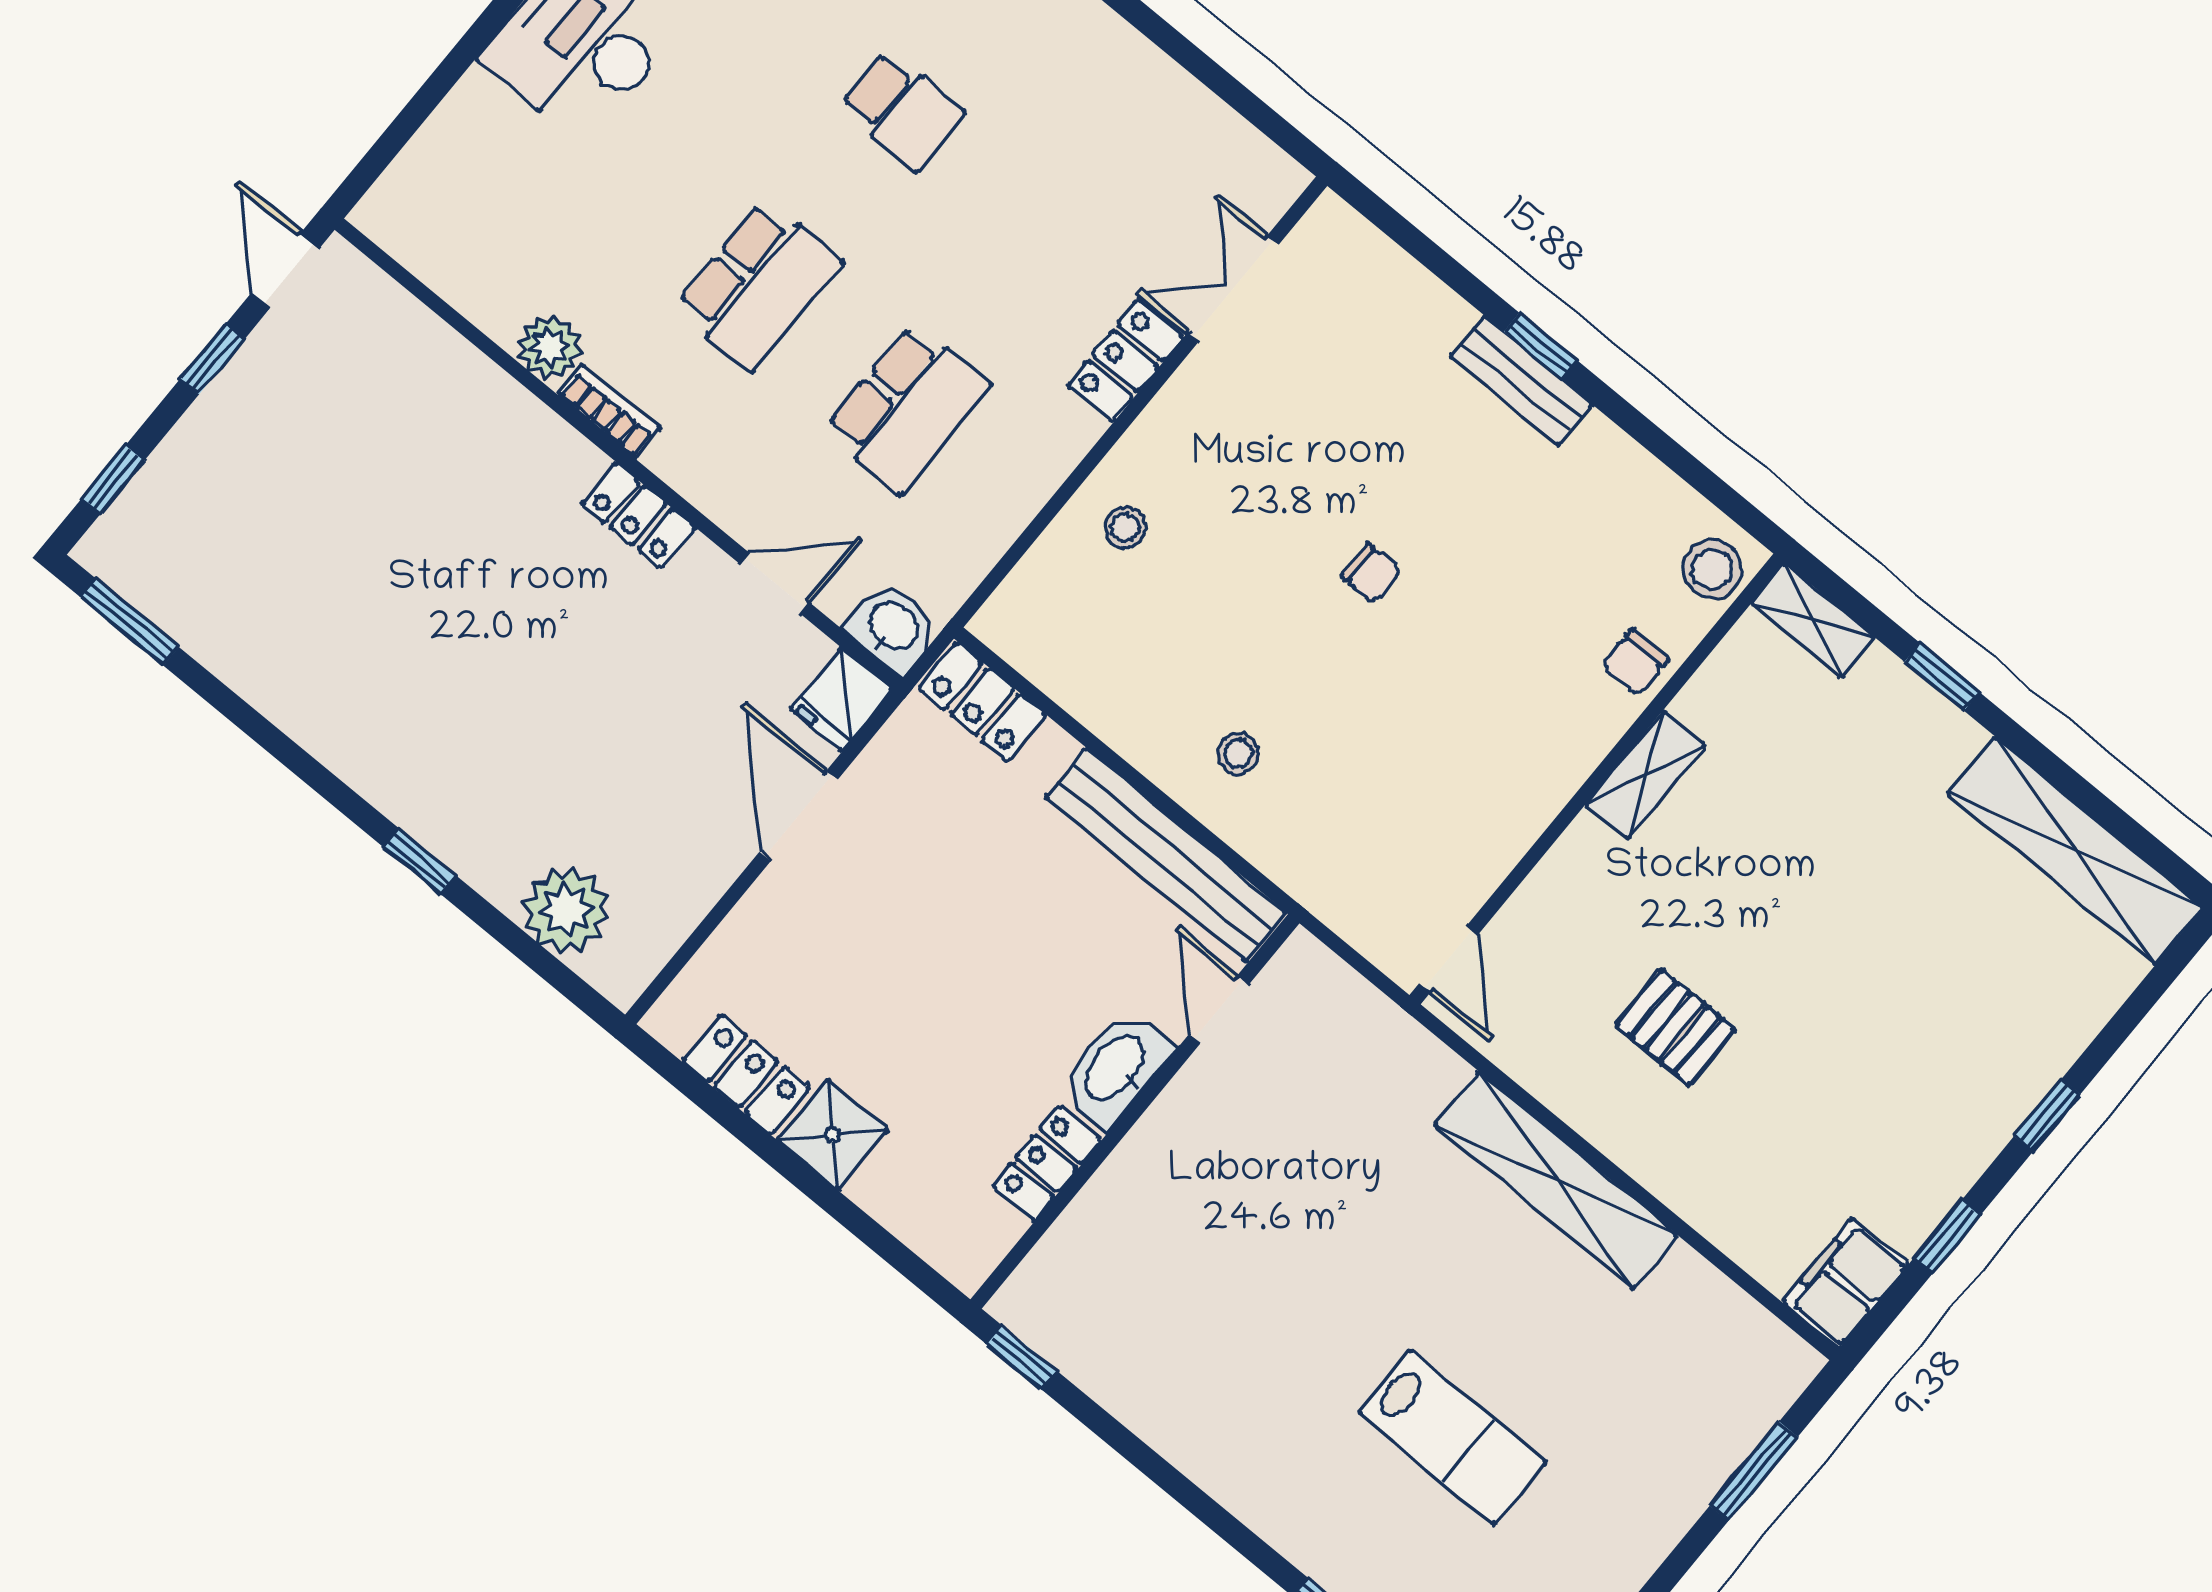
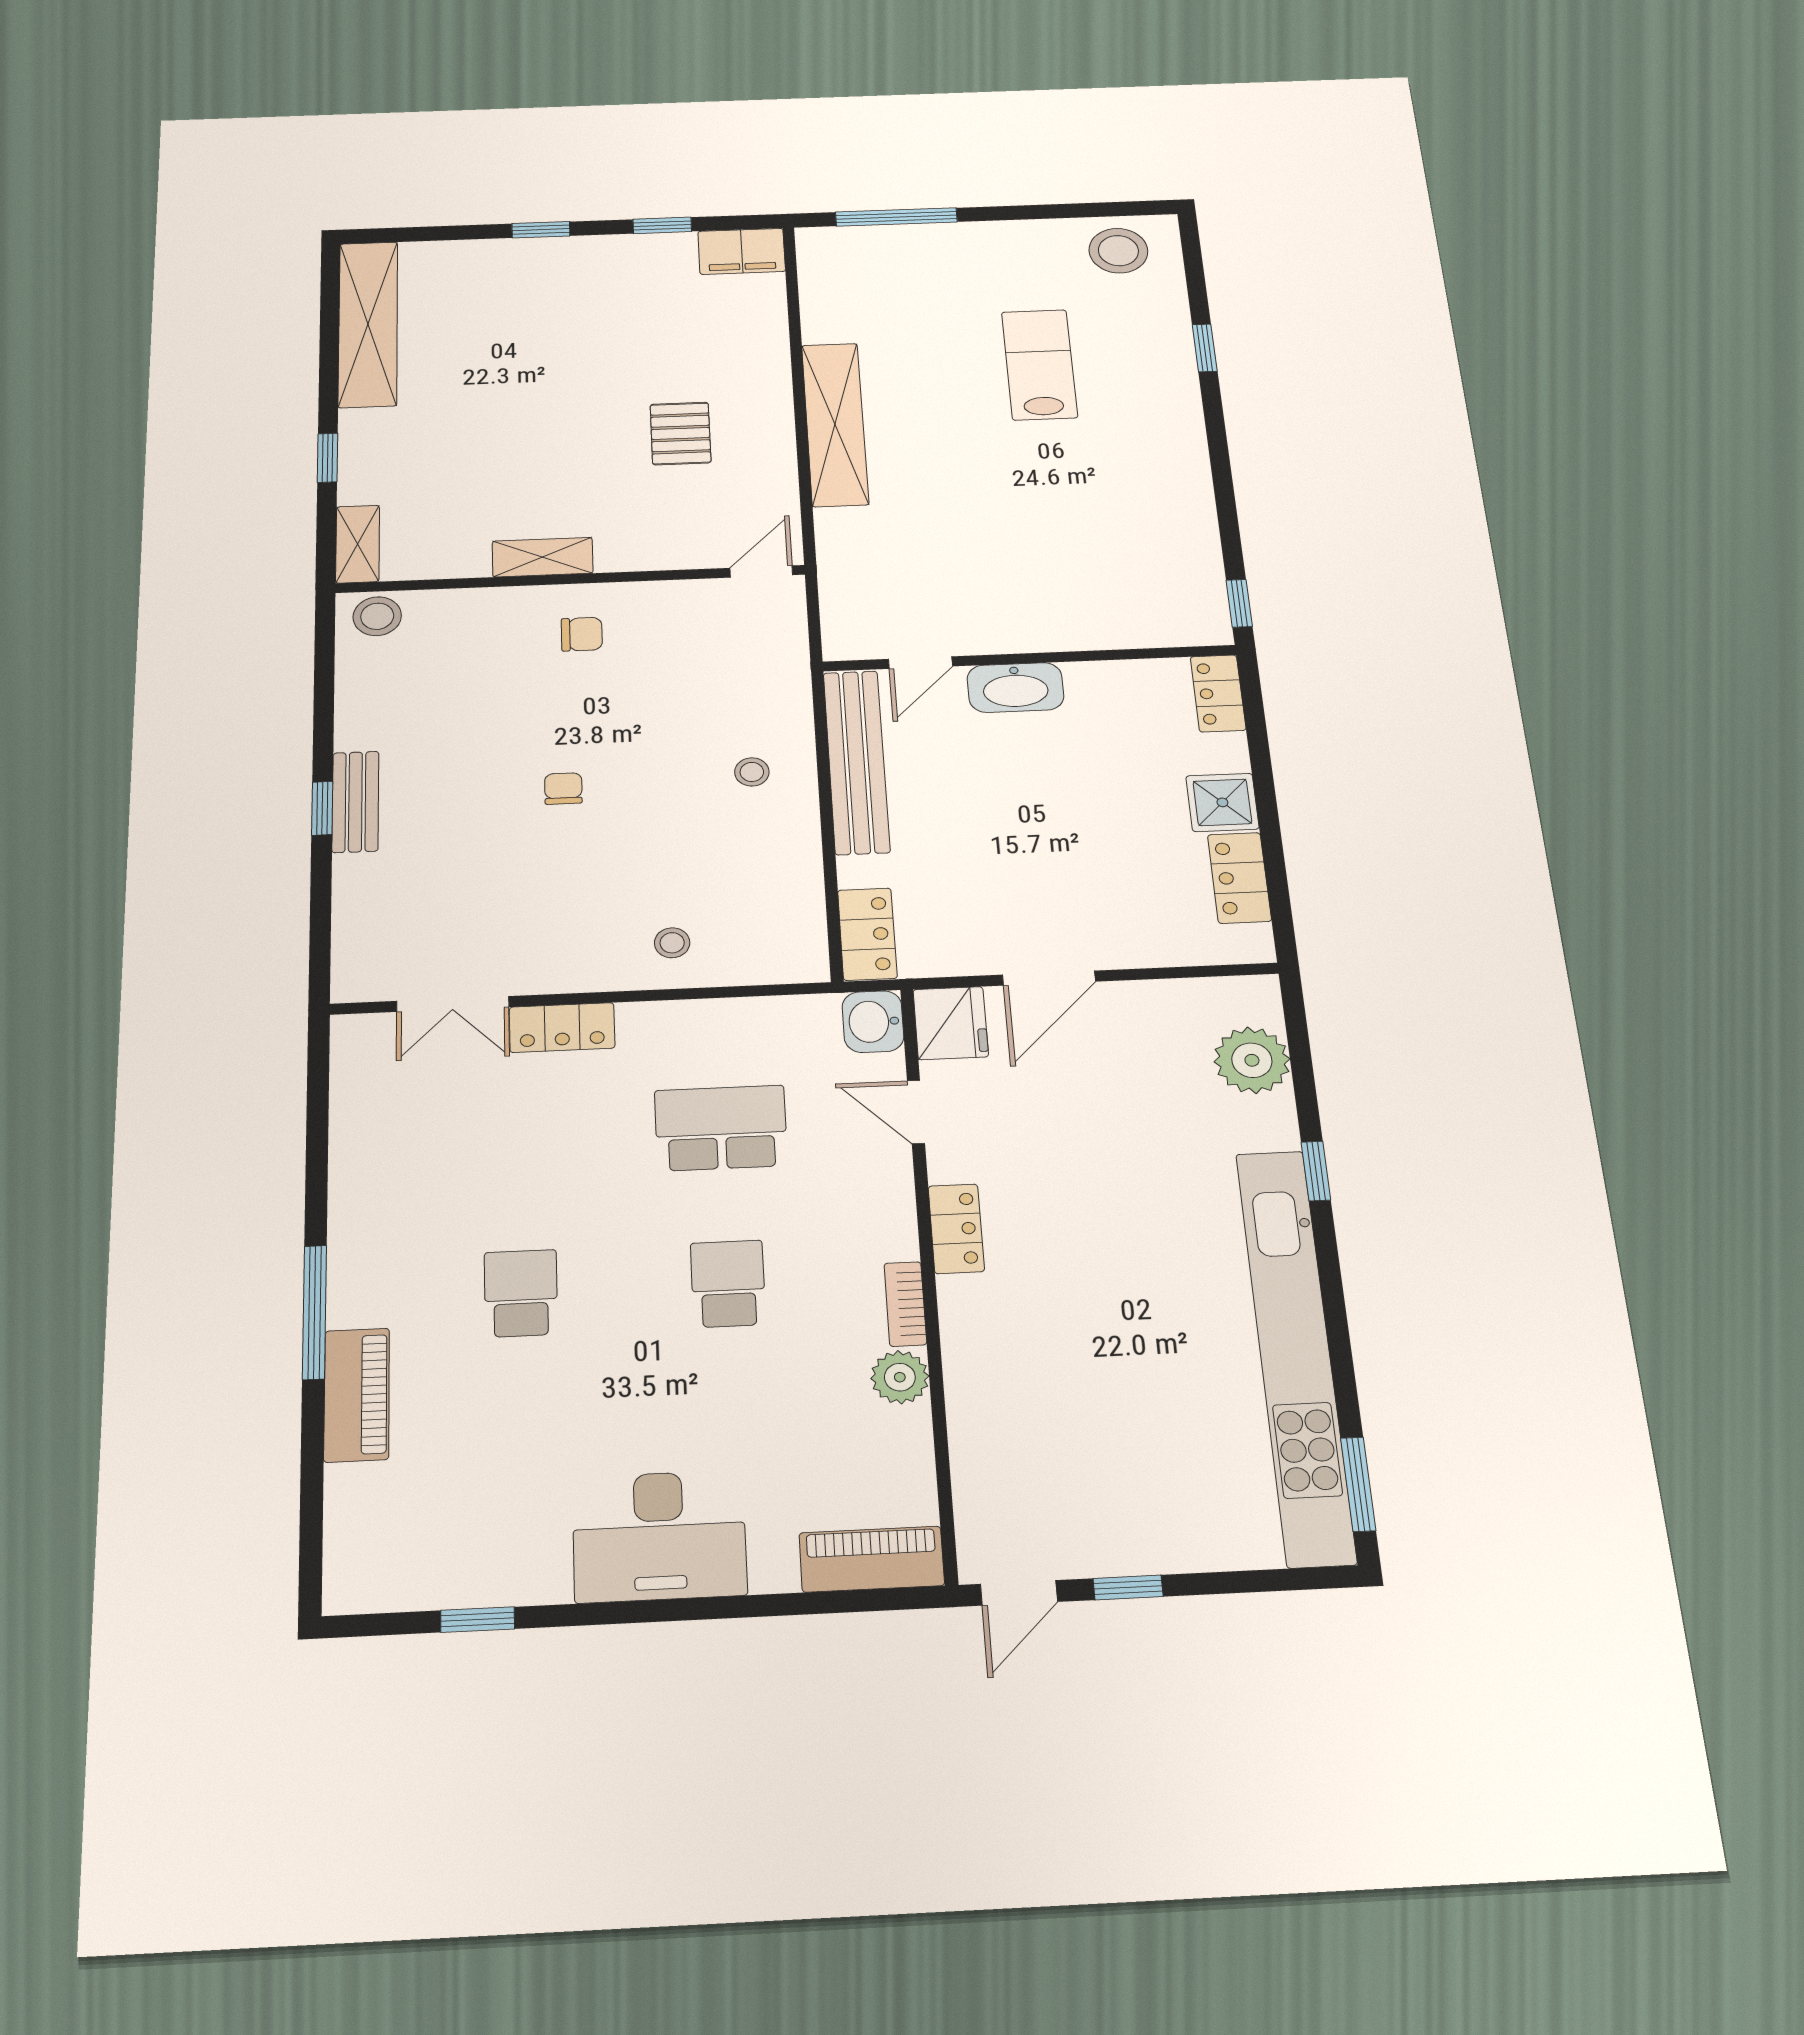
piano: (417, 182) -> (872, 1559), added
school desk: (758, 285) -> (728, 1284), width x0.54
window: (113, 479) -> (1276, 1580), removed
chair: (1635, 663) -> (582, 634), moved
kitchen unit: (281, 682) -> (1295, 1354), added
fridge: (842, 699) -> (951, 1023), width x1.38
locker: (1047, 1163) -> (1218, 693), moved, turned 90
window: (1754, 1471) -> (896, 217), width x1.44

